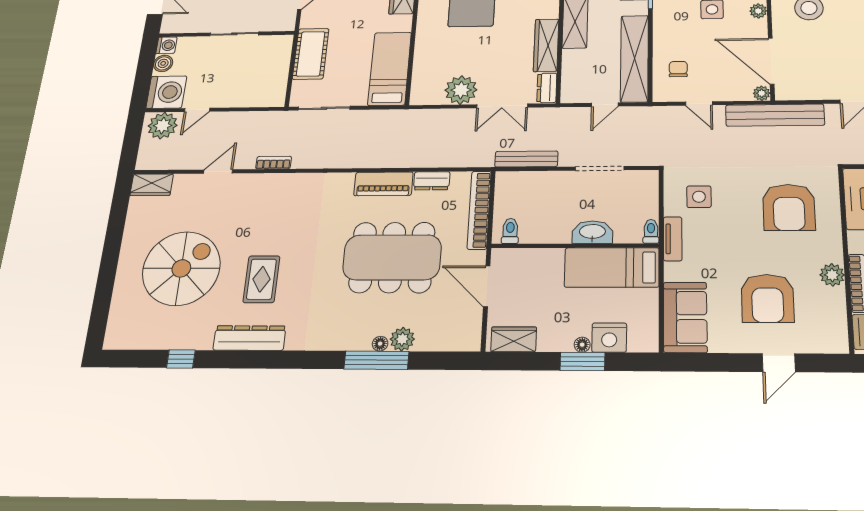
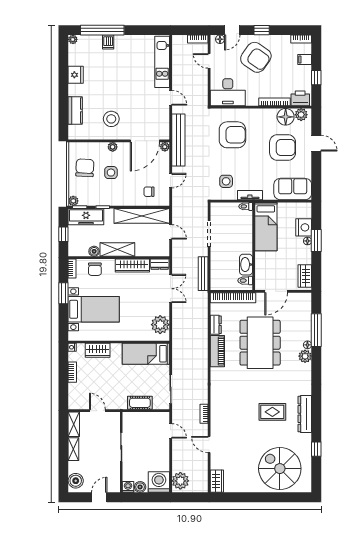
cot: (311, 54) -> (140, 403), width x0.73, depth x0.75
plant: (461, 90) -> (160, 325), moved
door: (197, 110) -> (171, 431), moved
washbasin: (592, 232) -> (246, 265), moved
spiral stairs: (181, 268) -> (280, 469), moved
plant: (832, 275) -> (301, 115), moved
floor lamp: (829, 304) -> (286, 117), added
plant: (402, 339) -> (305, 356), moved
window: (377, 360) -> (316, 330), moved

